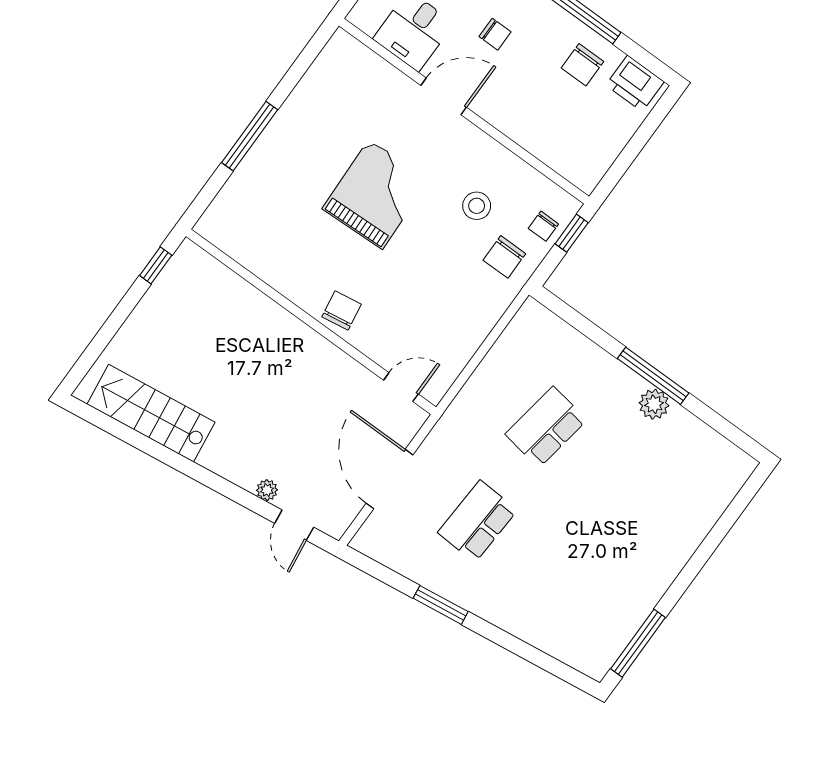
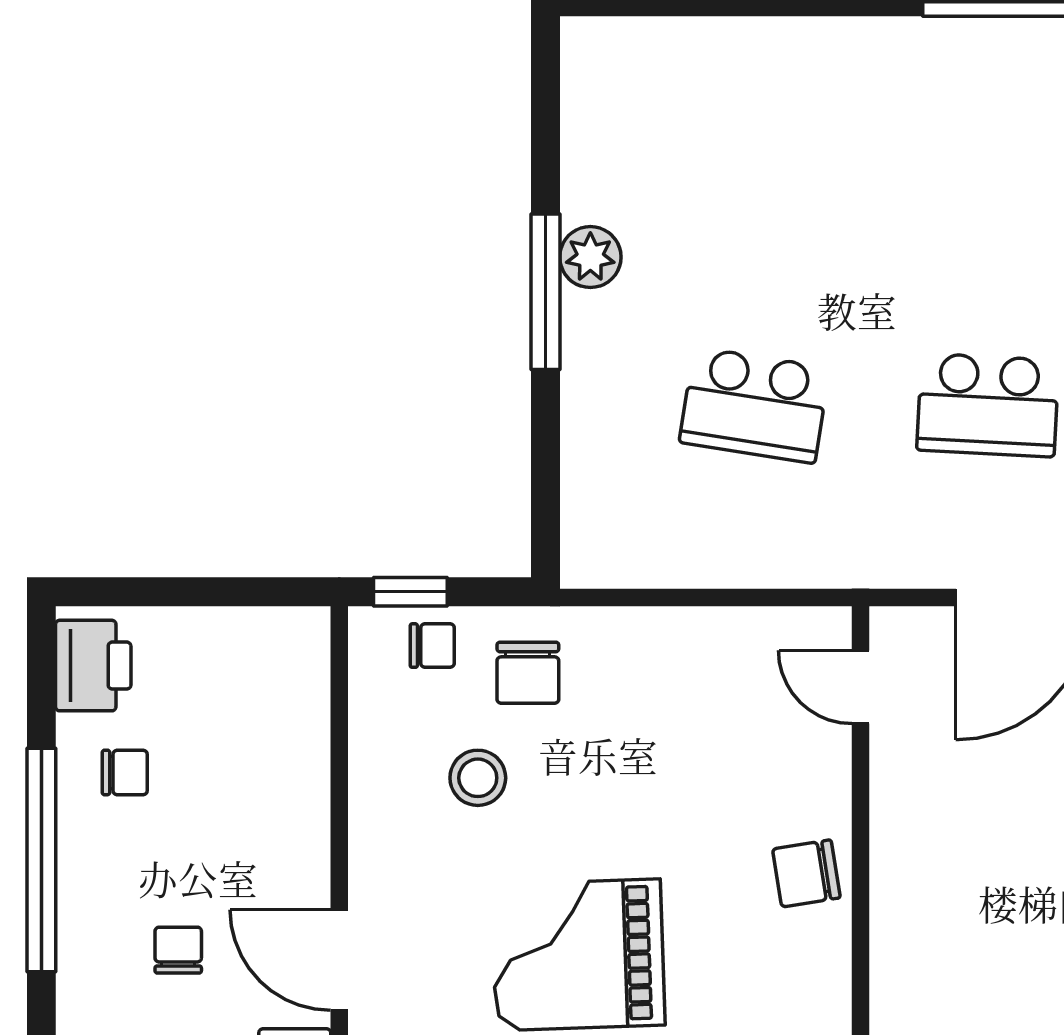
chair: (582, 65) -> (125, 772), width x0.73, depth x0.73
chair: (504, 257) -> (528, 673), turned 90

